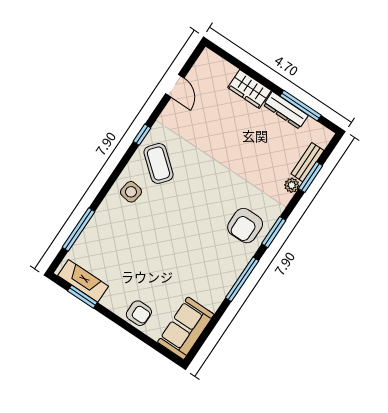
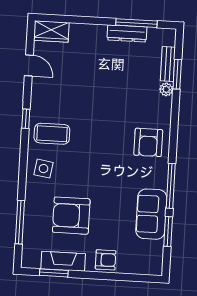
wardrobe: (249, 89) -> (51, 31), moved
coffee table: (159, 163) -> (52, 134), turned -40
window: (274, 232) -> (168, 232), moved
armchair: (131, 252) -> (71, 216), added
fireplace: (83, 281) -> (63, 261), moved
sofa: (186, 328) -> (151, 214), moved

